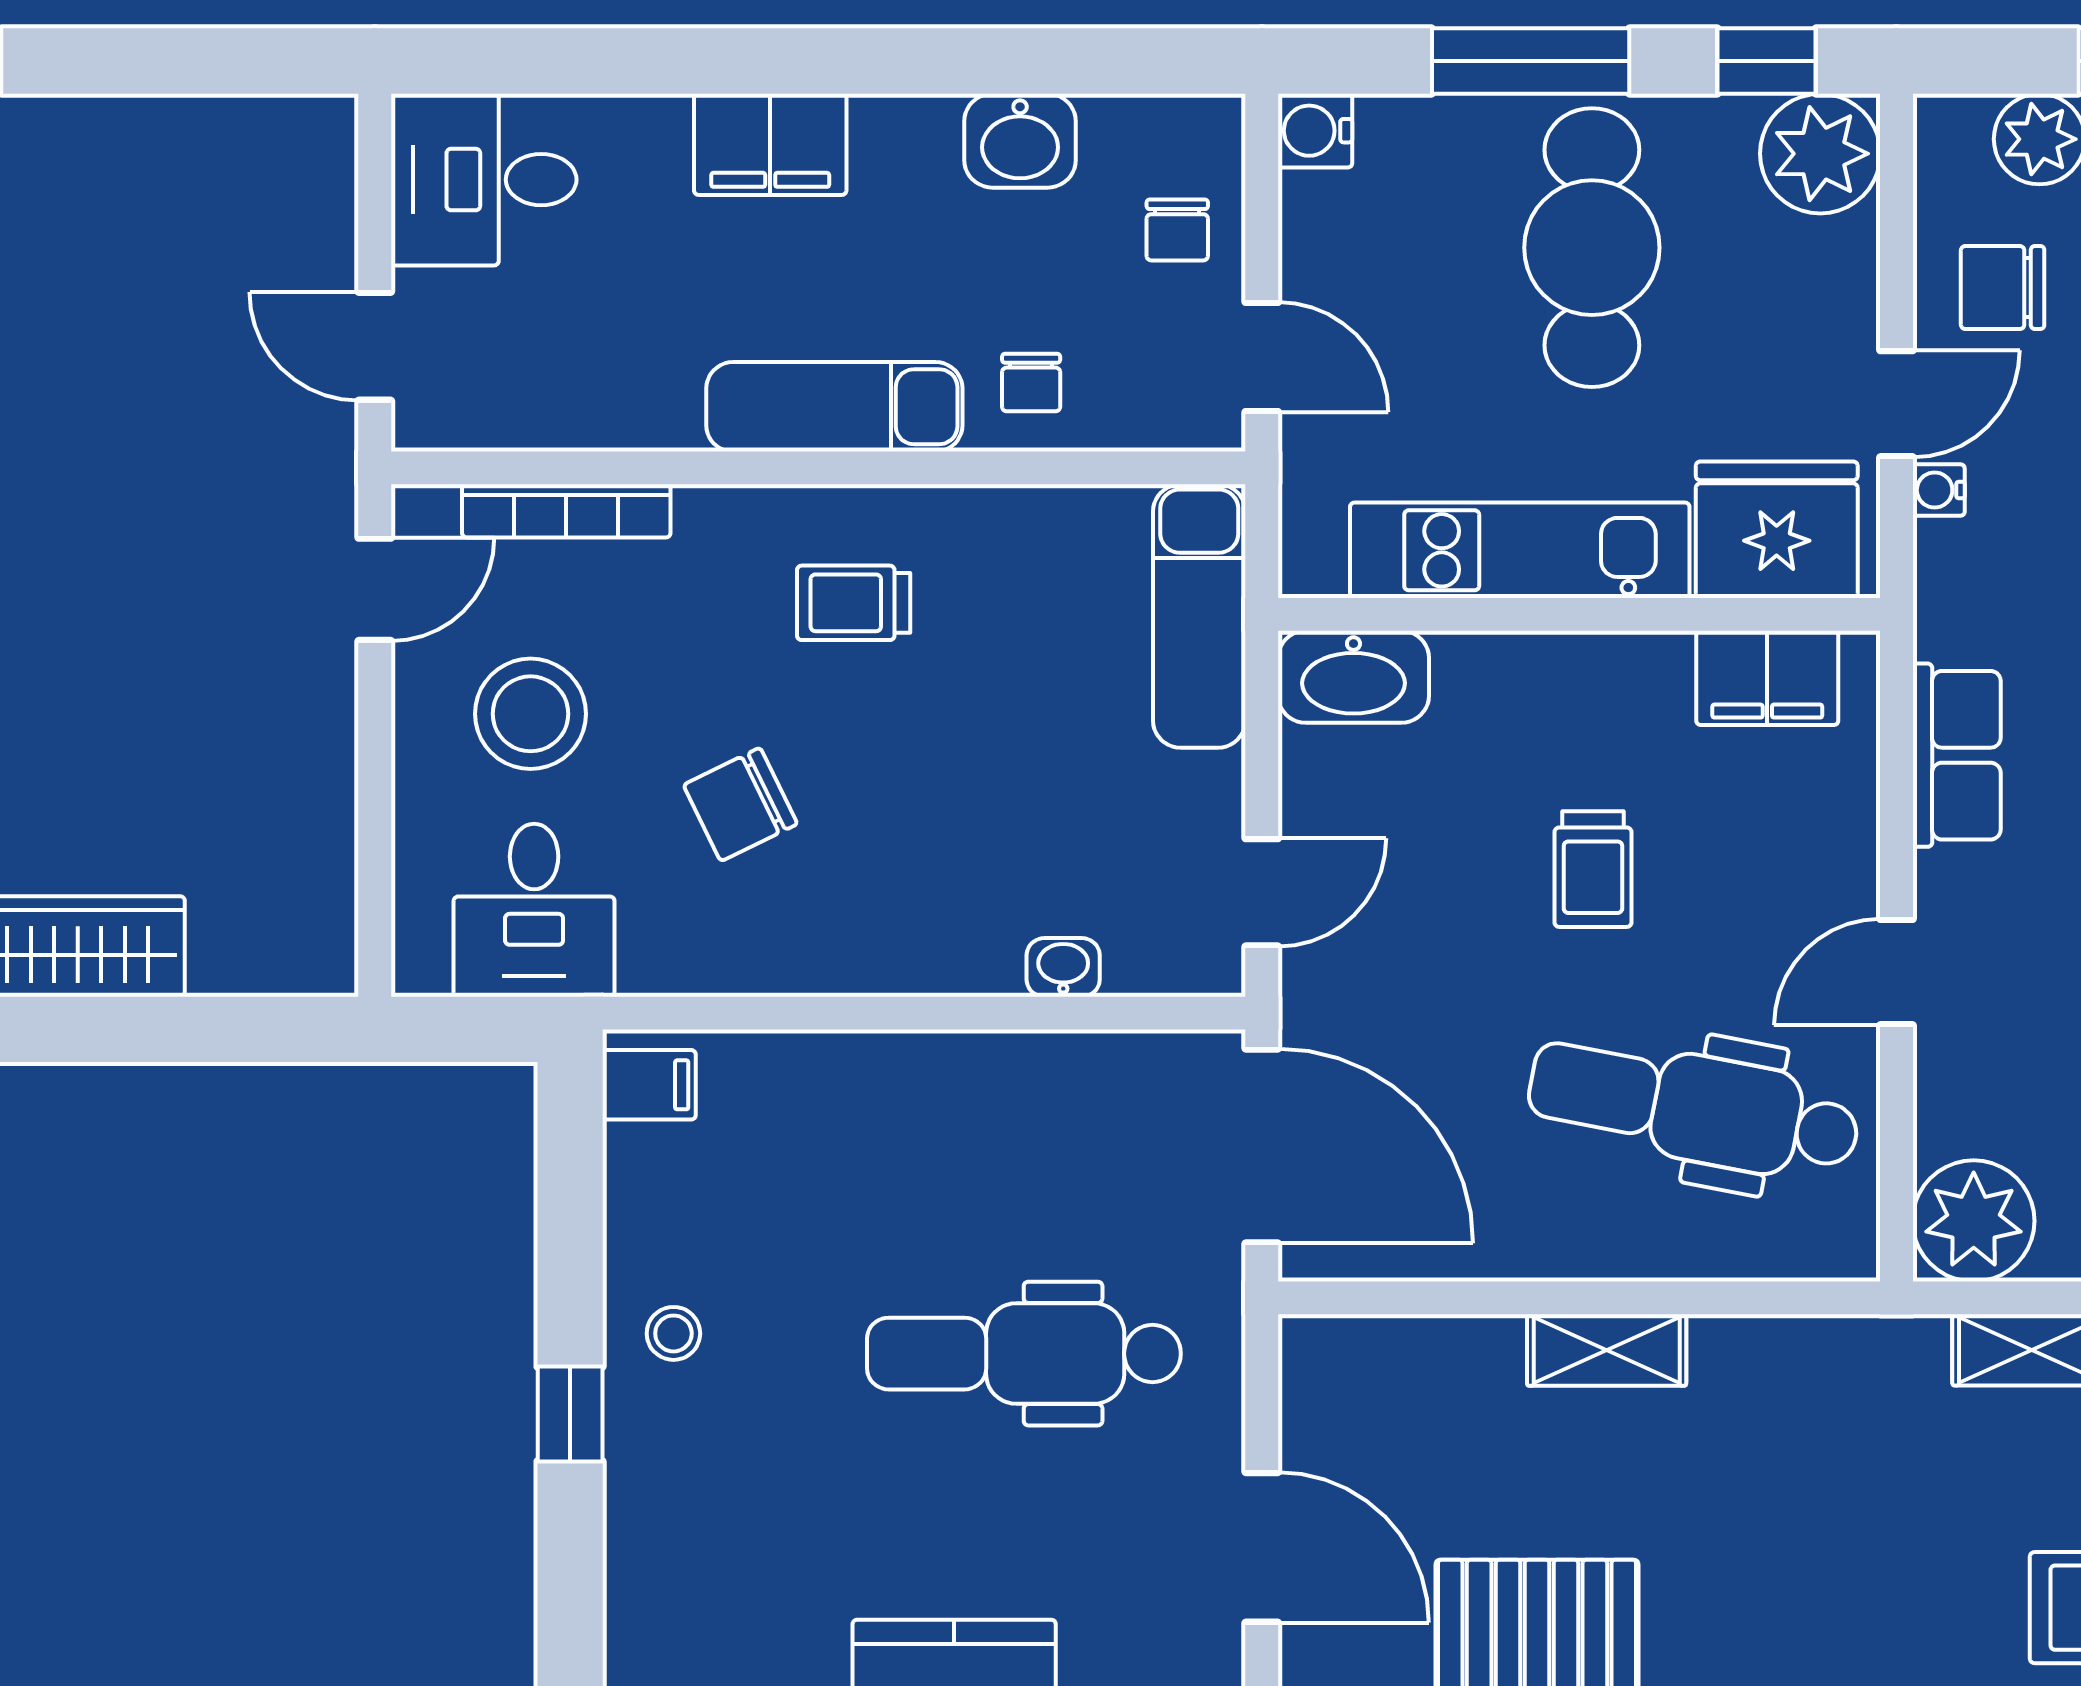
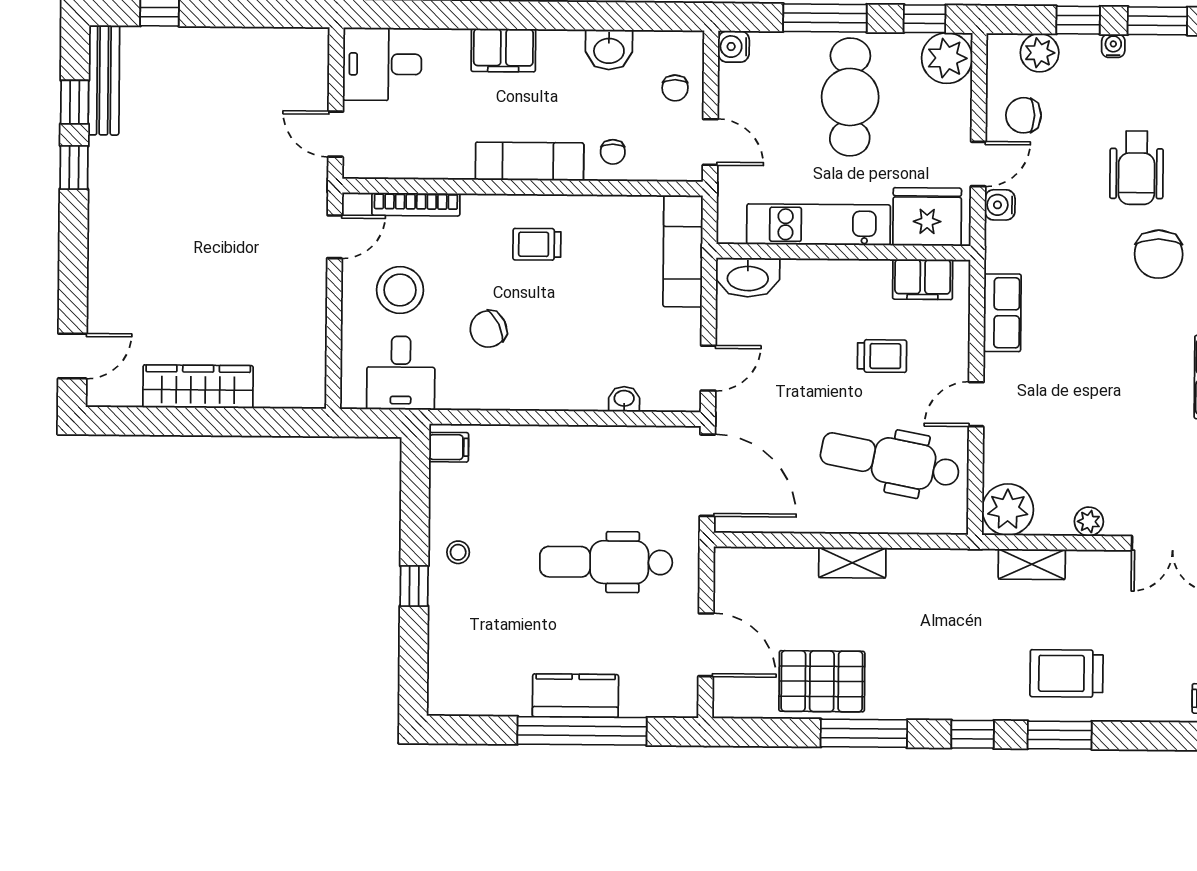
water cooler: (1939, 490) -> (1000, 205), width x1.38, depth x1.38
trolley: (1593, 869) -> (882, 356), moved, turned -90

